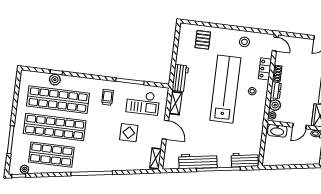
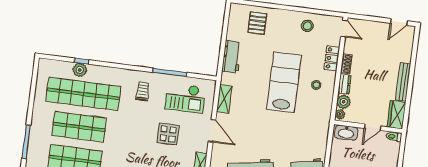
workbench: (180, 78) -> (232, 57), moved
lab bench: (225, 89) -> (284, 82), width x0.73
shop shelf: (55, 127) -> (79, 127), width x0.71

